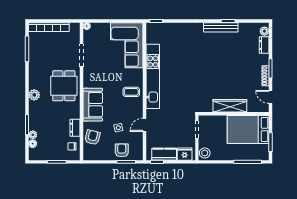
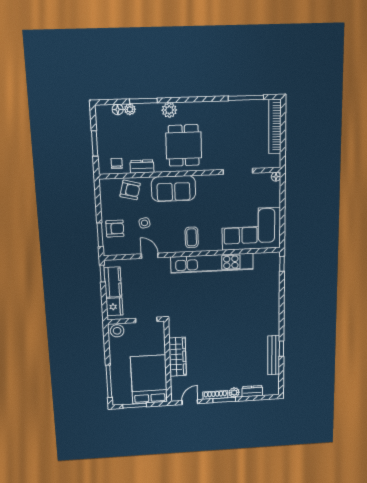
bench: (221, 27) -> (274, 355), moved
plant: (264, 31) -> (234, 393), moved
dining table: (64, 86) -> (184, 145), moved, turned 90
plant: (34, 95) -> (169, 110), moved

